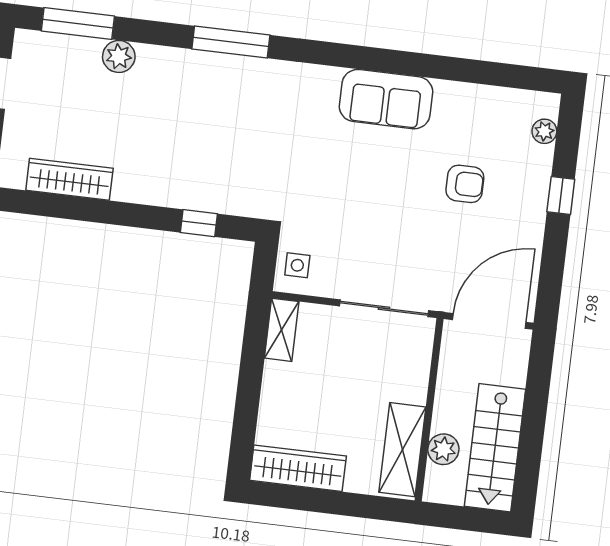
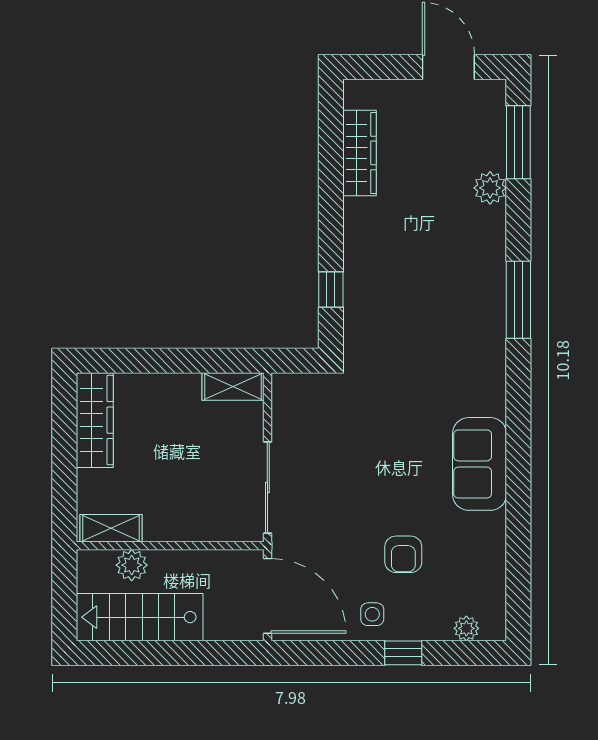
side table: (297, 265) -> (372, 614), moved
shelving: (402, 450) -> (111, 528), width x0.67, depth x0.75

